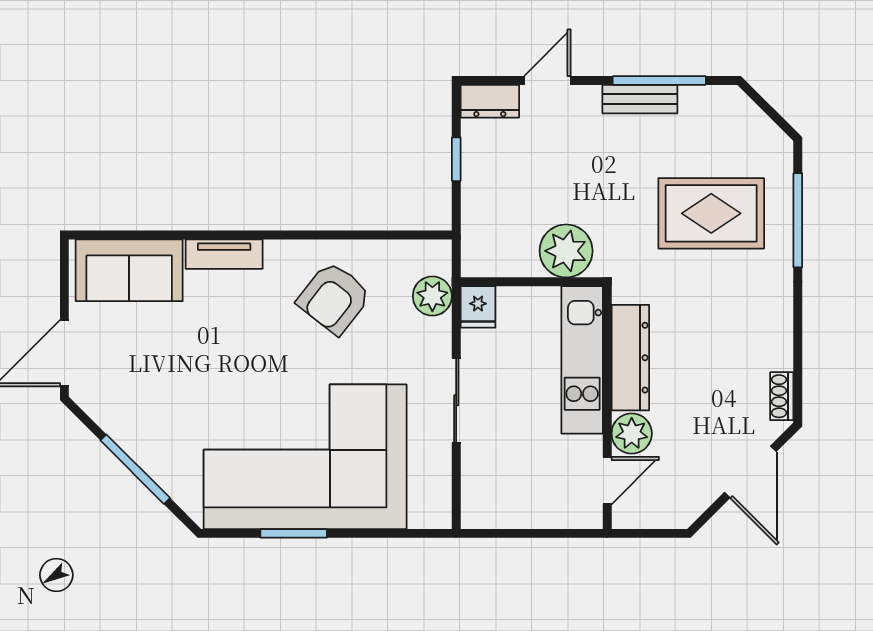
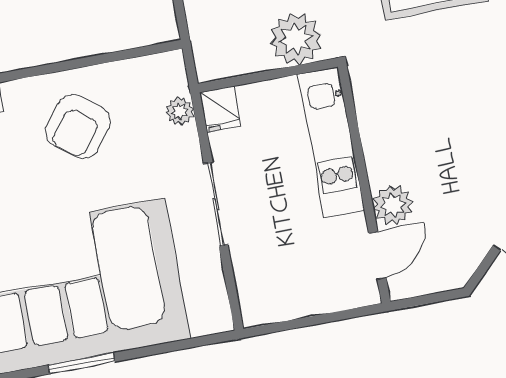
plant: (432, 296) -> (180, 111), width x0.73, depth x0.73
dresser: (630, 358) -> (378, 131), removed

